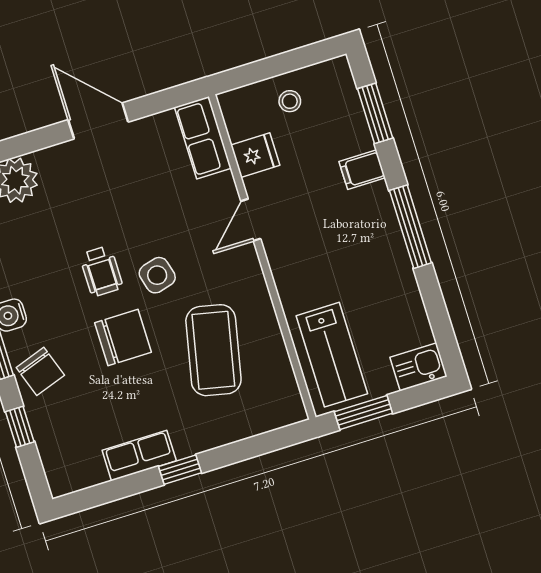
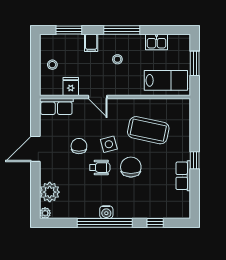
stool: (345, 237) -> (117, 59), added
kitchen sink: (419, 367) -> (157, 42), moved, turned -90
chair: (40, 371) -> (79, 146), moved, turned -71
window: (363, 412) -> (195, 63), moved

